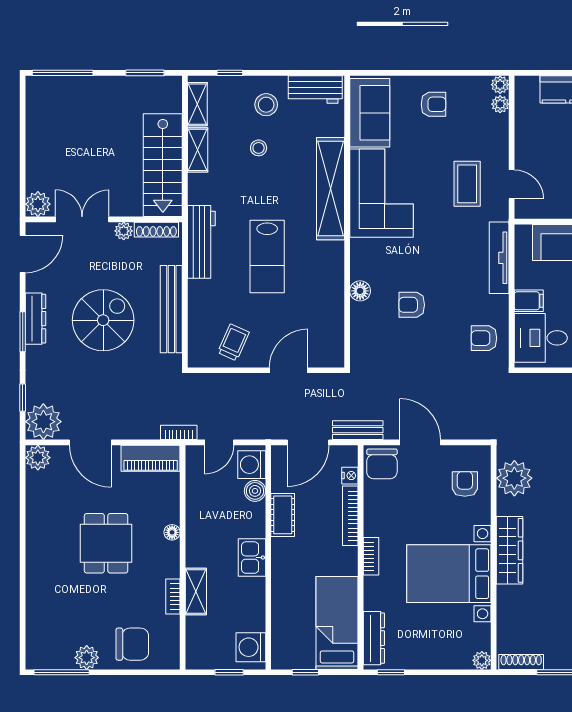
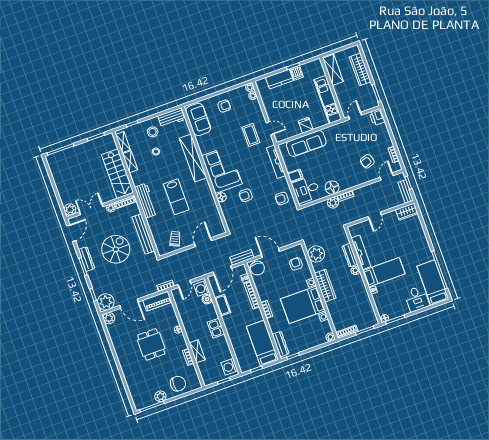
corner sofa: (381, 193) -> (222, 170), moved

